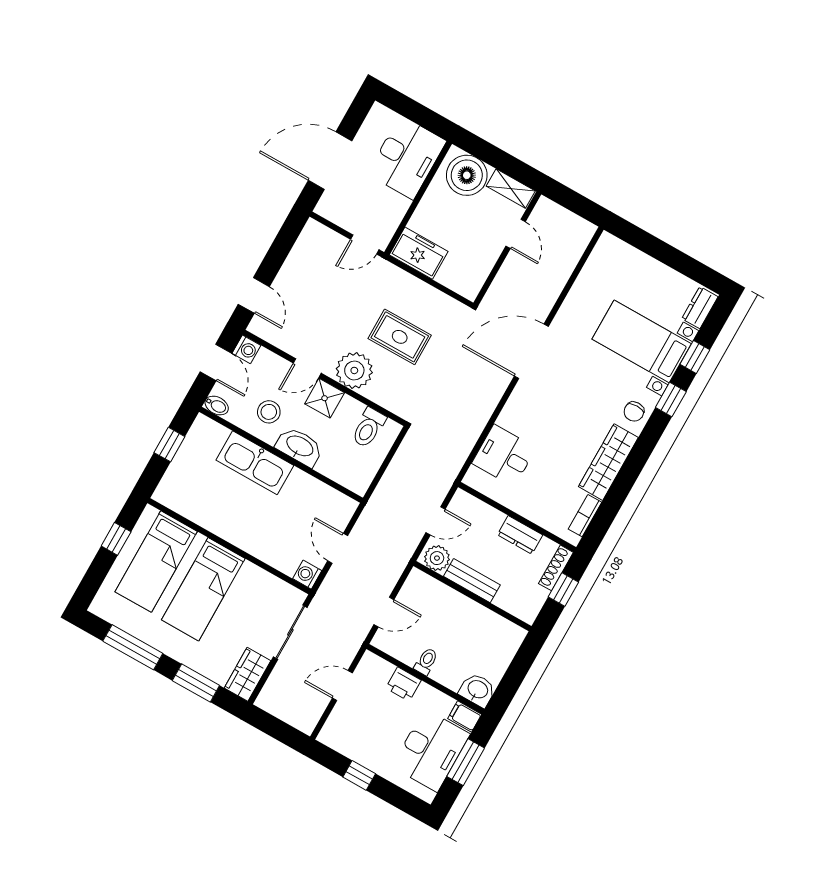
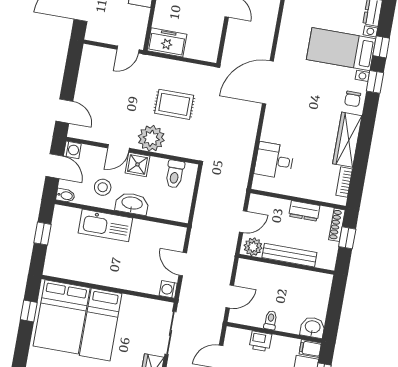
bed: (156, 562) -> (62, 317), width x1.50
bench: (472, 581) -> (289, 255), width x1.36

